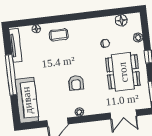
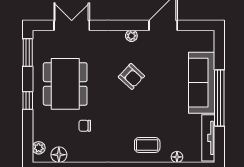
plant: (138, 38) -> (39, 148), moved
armchair: (76, 83) -> (131, 76), turned 133
sofa: (27, 100) -> (202, 83), moved

